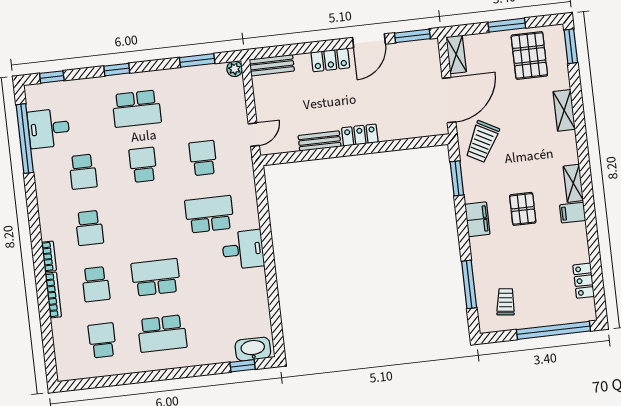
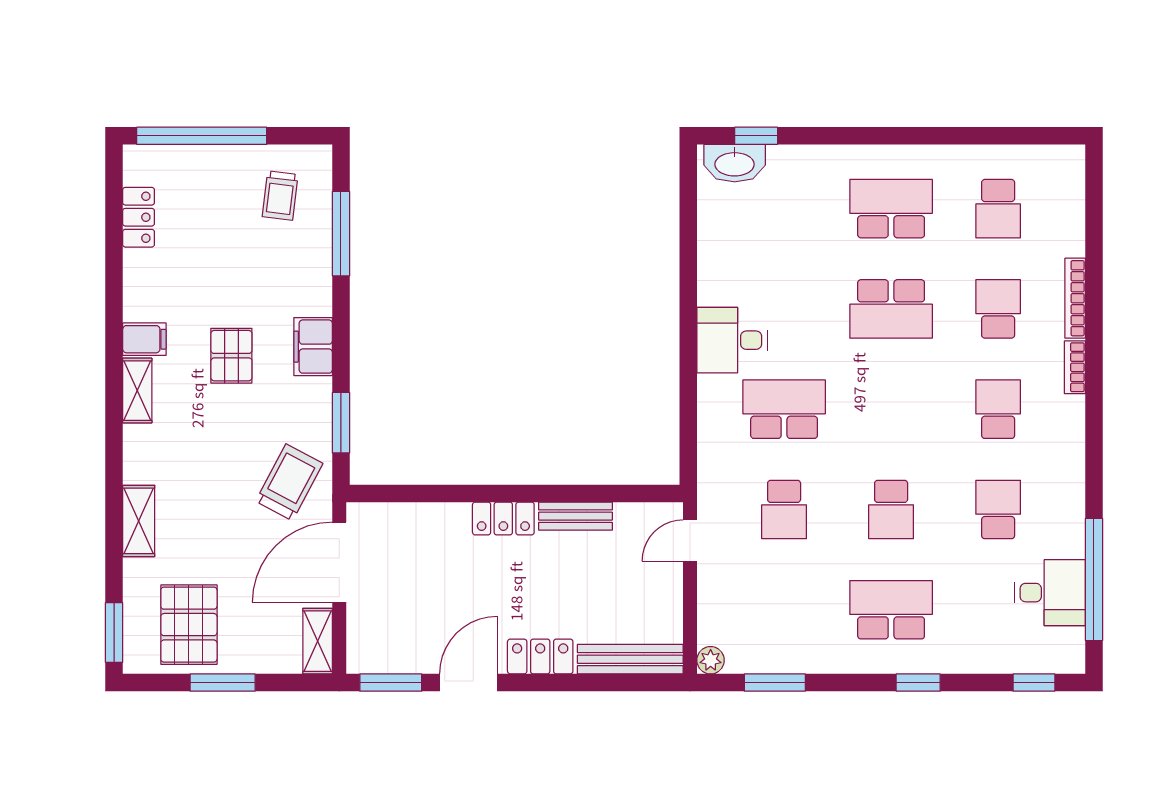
bench: (272, 65) -> (630, 659), width x1.36
school desk: (209, 214) -> (784, 409), turned 180

